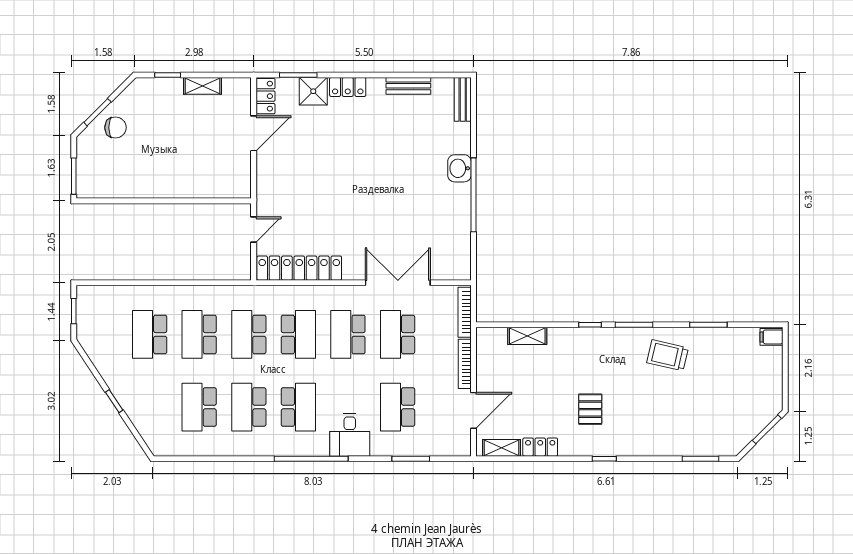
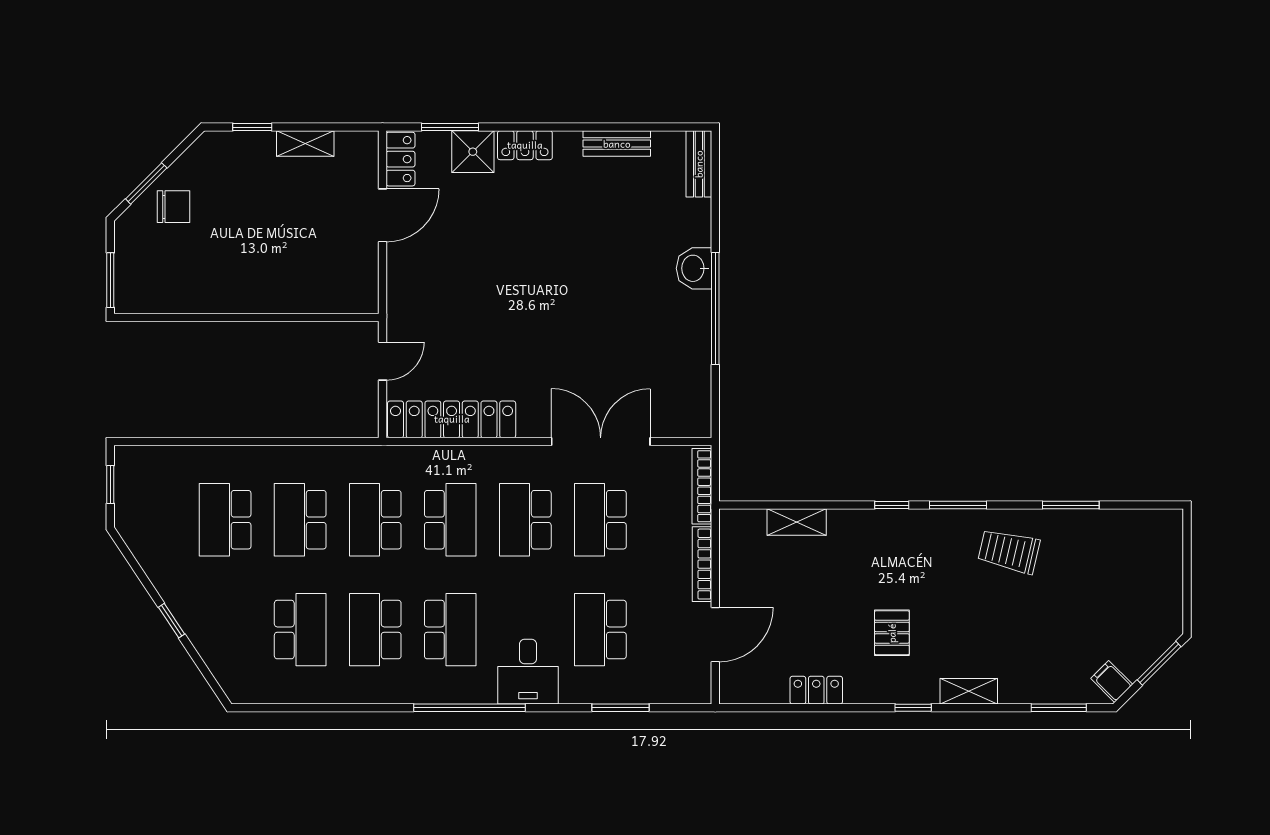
filing cabinet: (772, 337) -> (1112, 681), moved, turned 45
school desk: (199, 407) -> (300, 630), turned 180
shelving: (502, 448) -> (969, 691), moved

